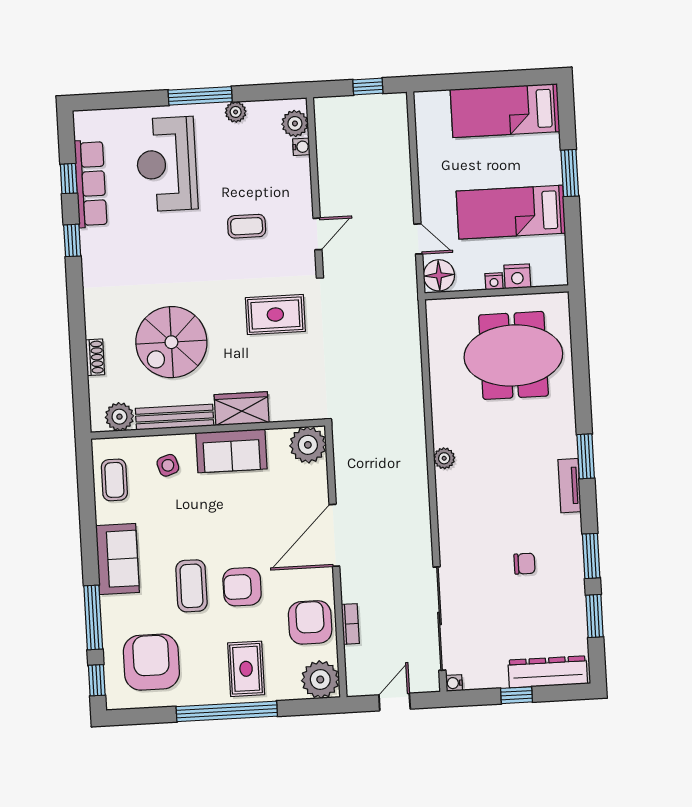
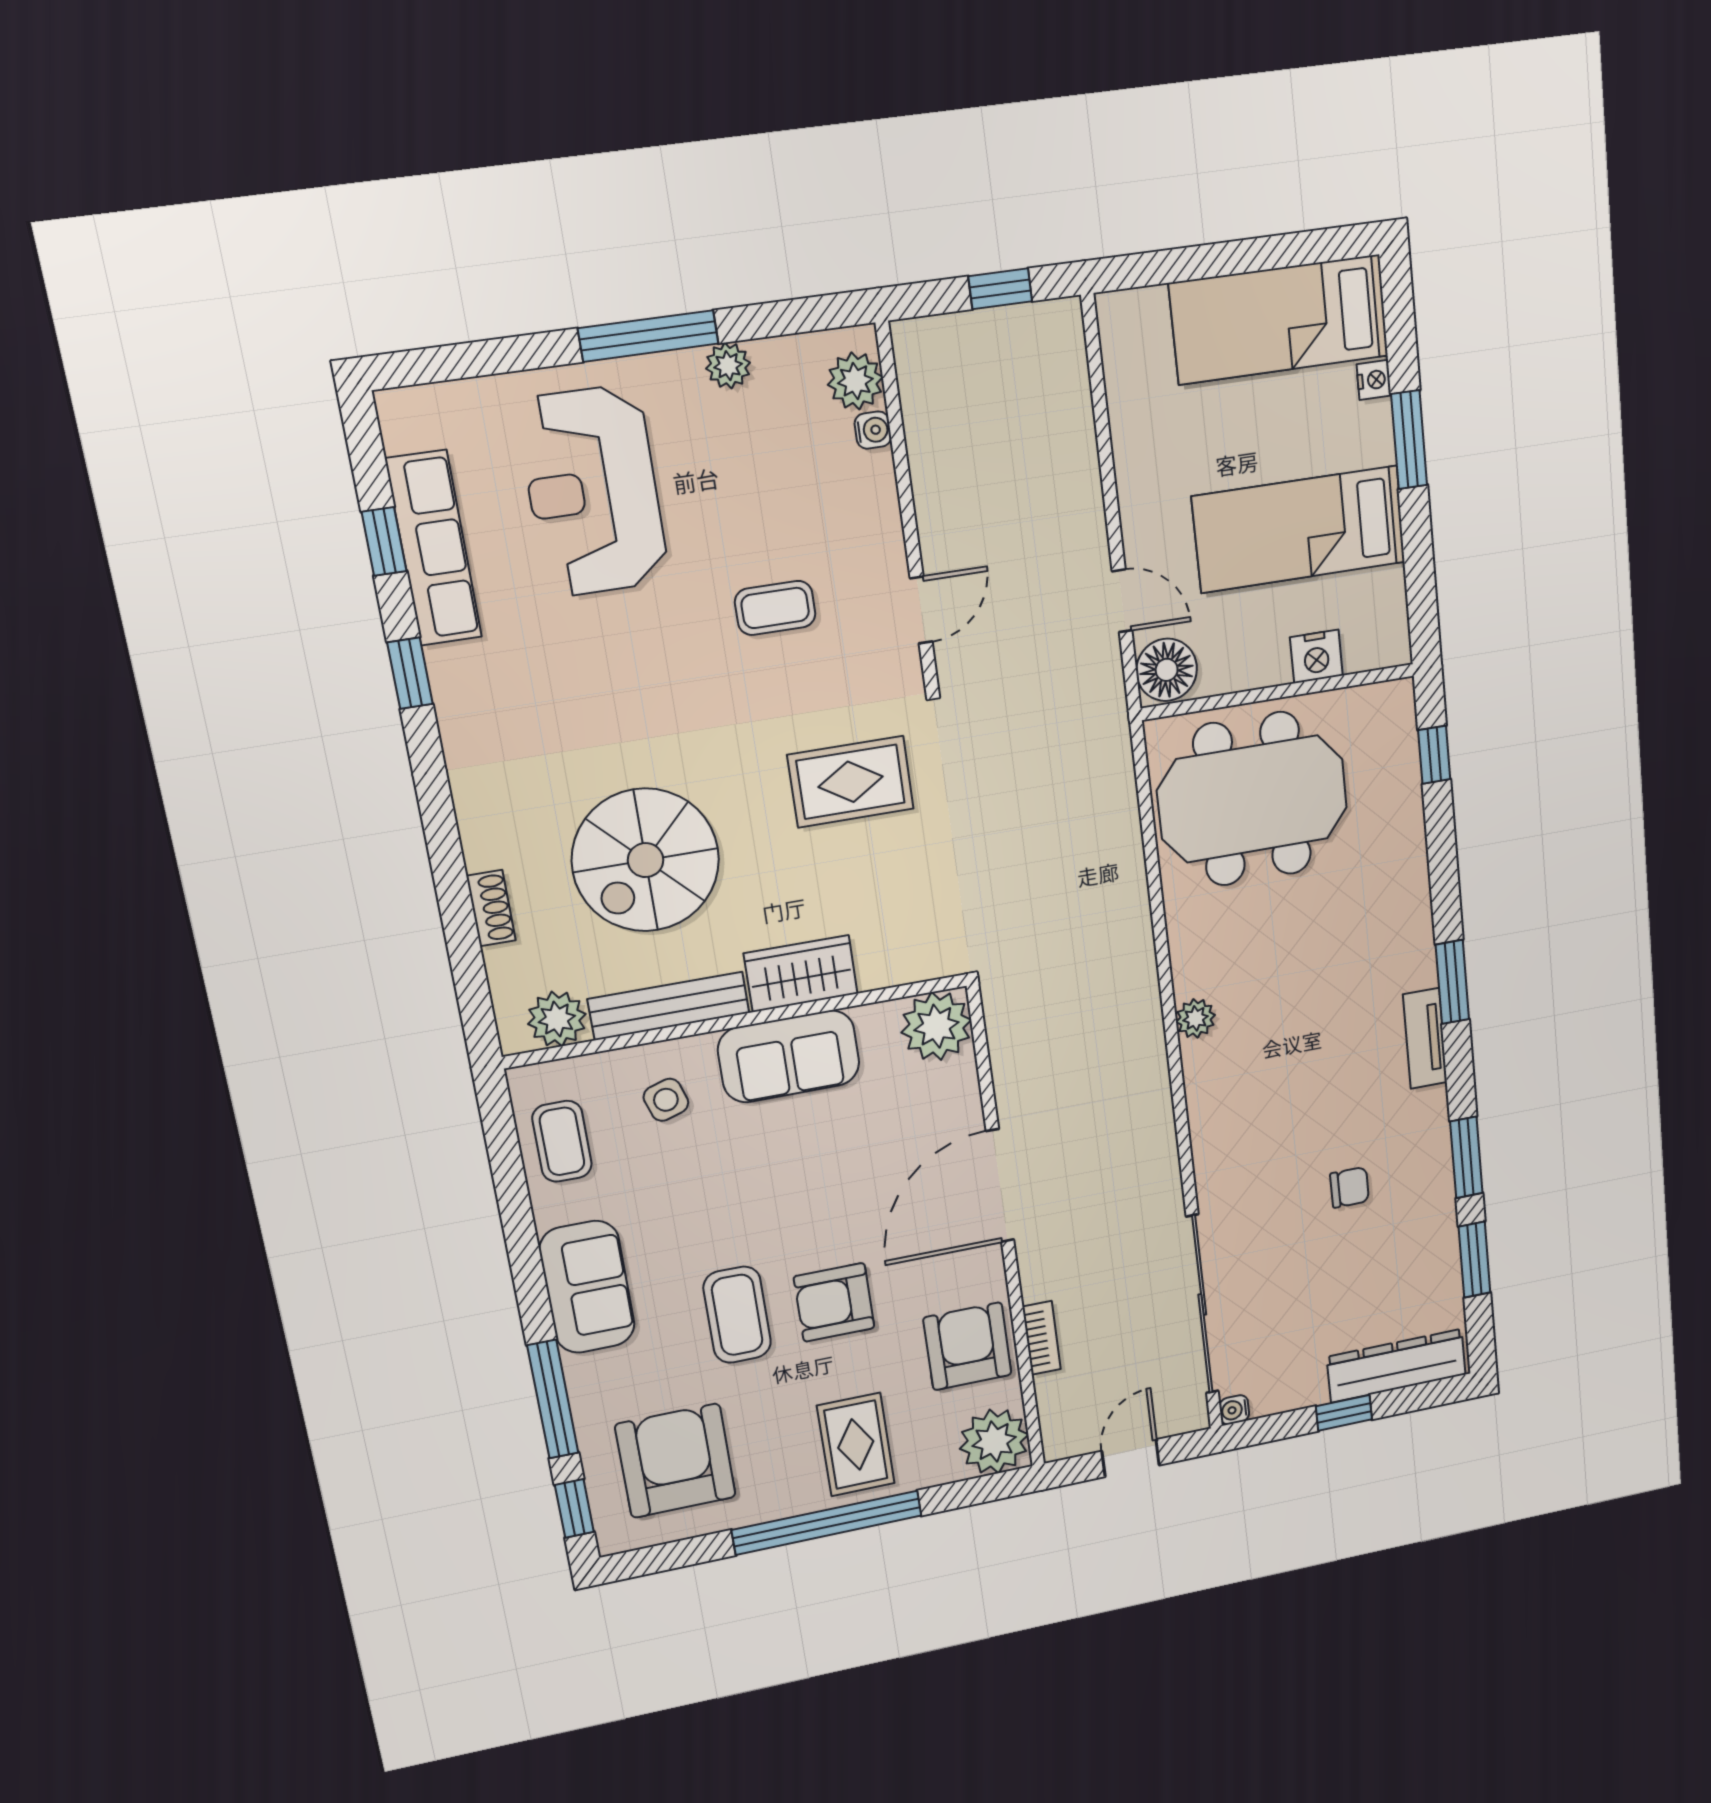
nightstand: (494, 281) -> (1374, 380), moved, turned -90
window: (579, 333) -> (1434, 755), added
meeting table: (513, 355) -> (1252, 799), moved

